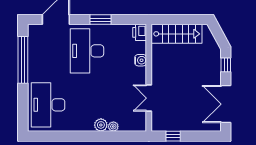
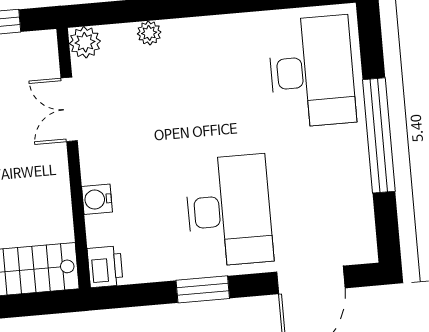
window: (23, 60) -> (379, 135), moved
double door: (149, 98) -> (69, 109), swing flipped
plant: (101, 125) -> (85, 42), moved

